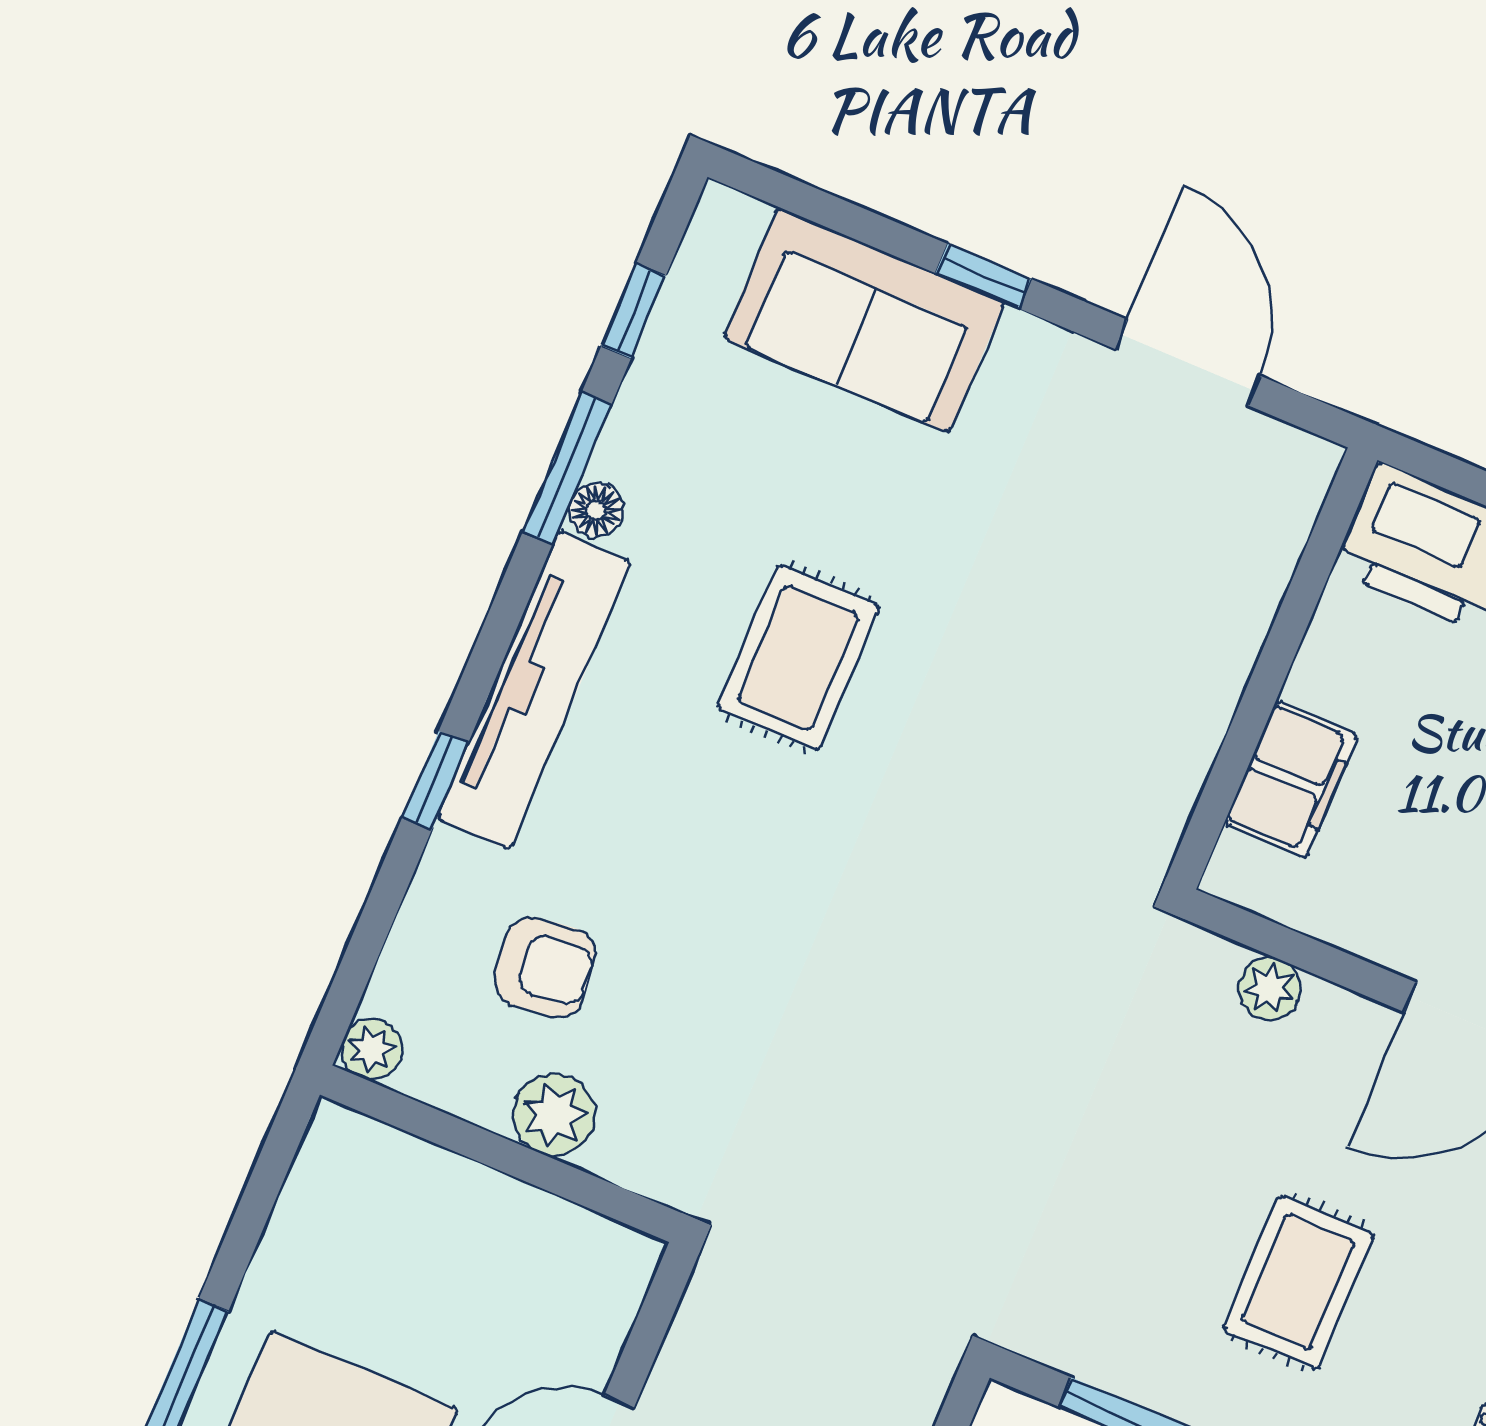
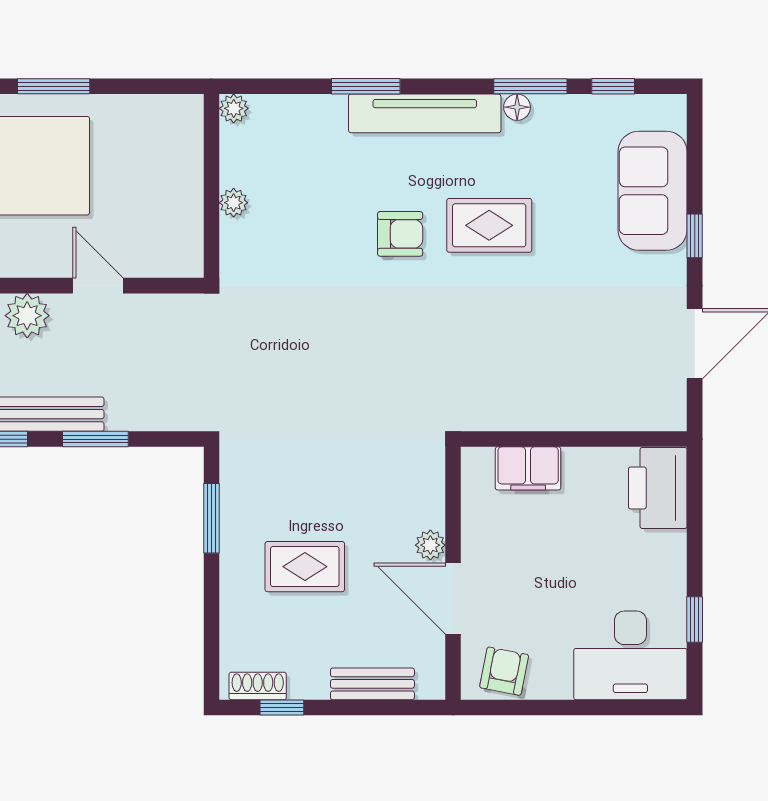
window: (435, 781) -> (366, 86), width x1.50
armchair: (545, 967) -> (400, 234), moved, turned -83
plant: (1270, 989) -> (430, 545), moved
plant: (554, 1115) -> (234, 203), width x0.73, depth x0.73

